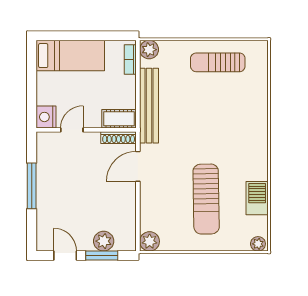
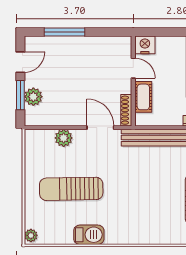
cot: (119, 119) -> (143, 97), moved
window: (32, 186) -> (64, 32), moved
barbecue: (257, 198) -> (89, 235), moved
plant: (150, 241) -> (64, 138), moved

